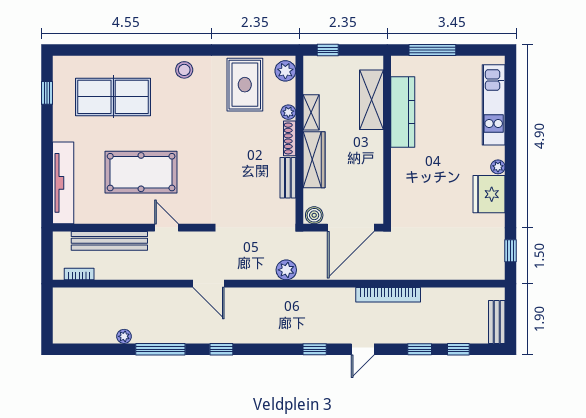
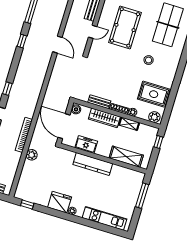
stool: (184, 70) -> (149, 60), moved
kitchen counter: (403, 112) -> (93, 164), moved
freezer: (371, 178) -> (86, 144), added
plant: (286, 270) -> (32, 155), moved
door: (208, 284) -> (57, 45), swing flipped

